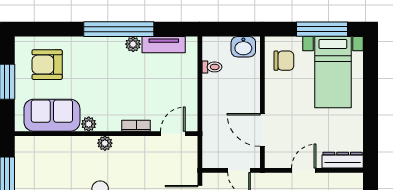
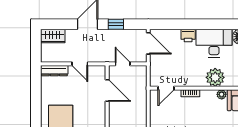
plant: (105, 143) -> (215, 77), width x1.88, depth x1.88
door: (304, 170) -> (80, 64), hinge flipped

